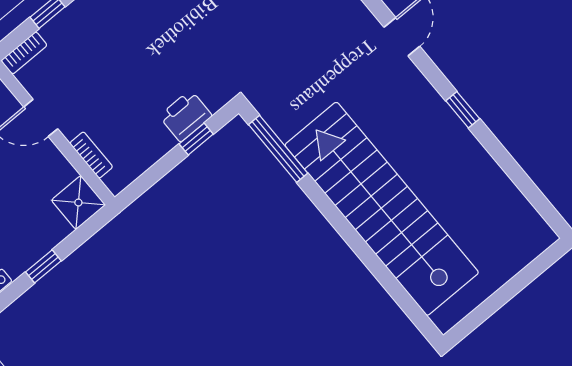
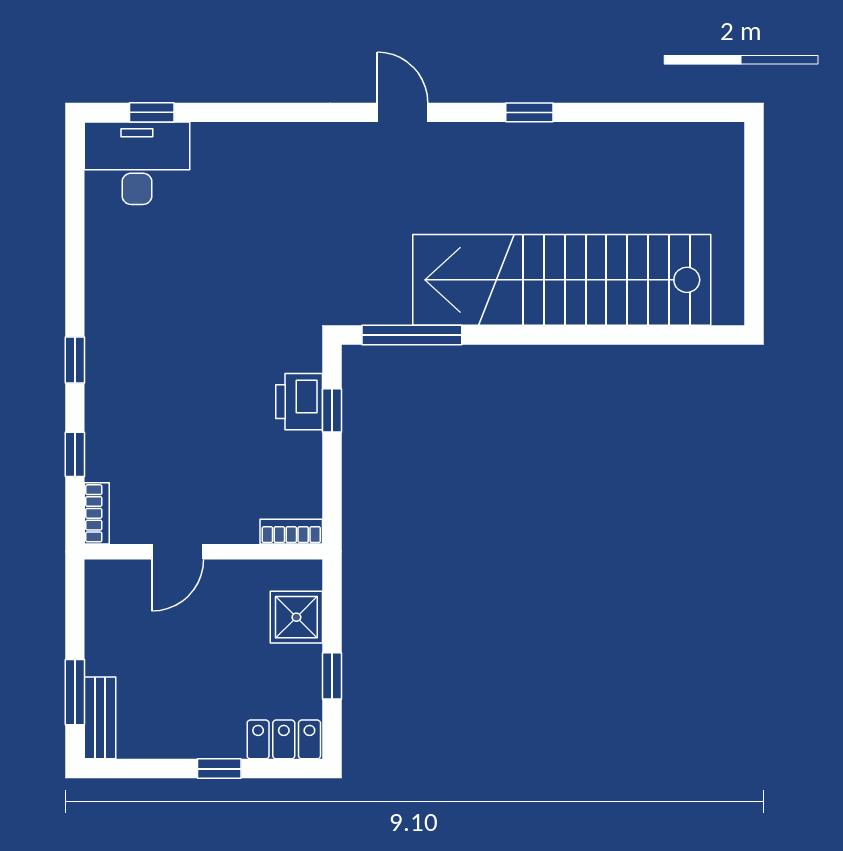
bookcase: (91, 155) -> (291, 532), moved
shower: (78, 203) -> (296, 617), moved

